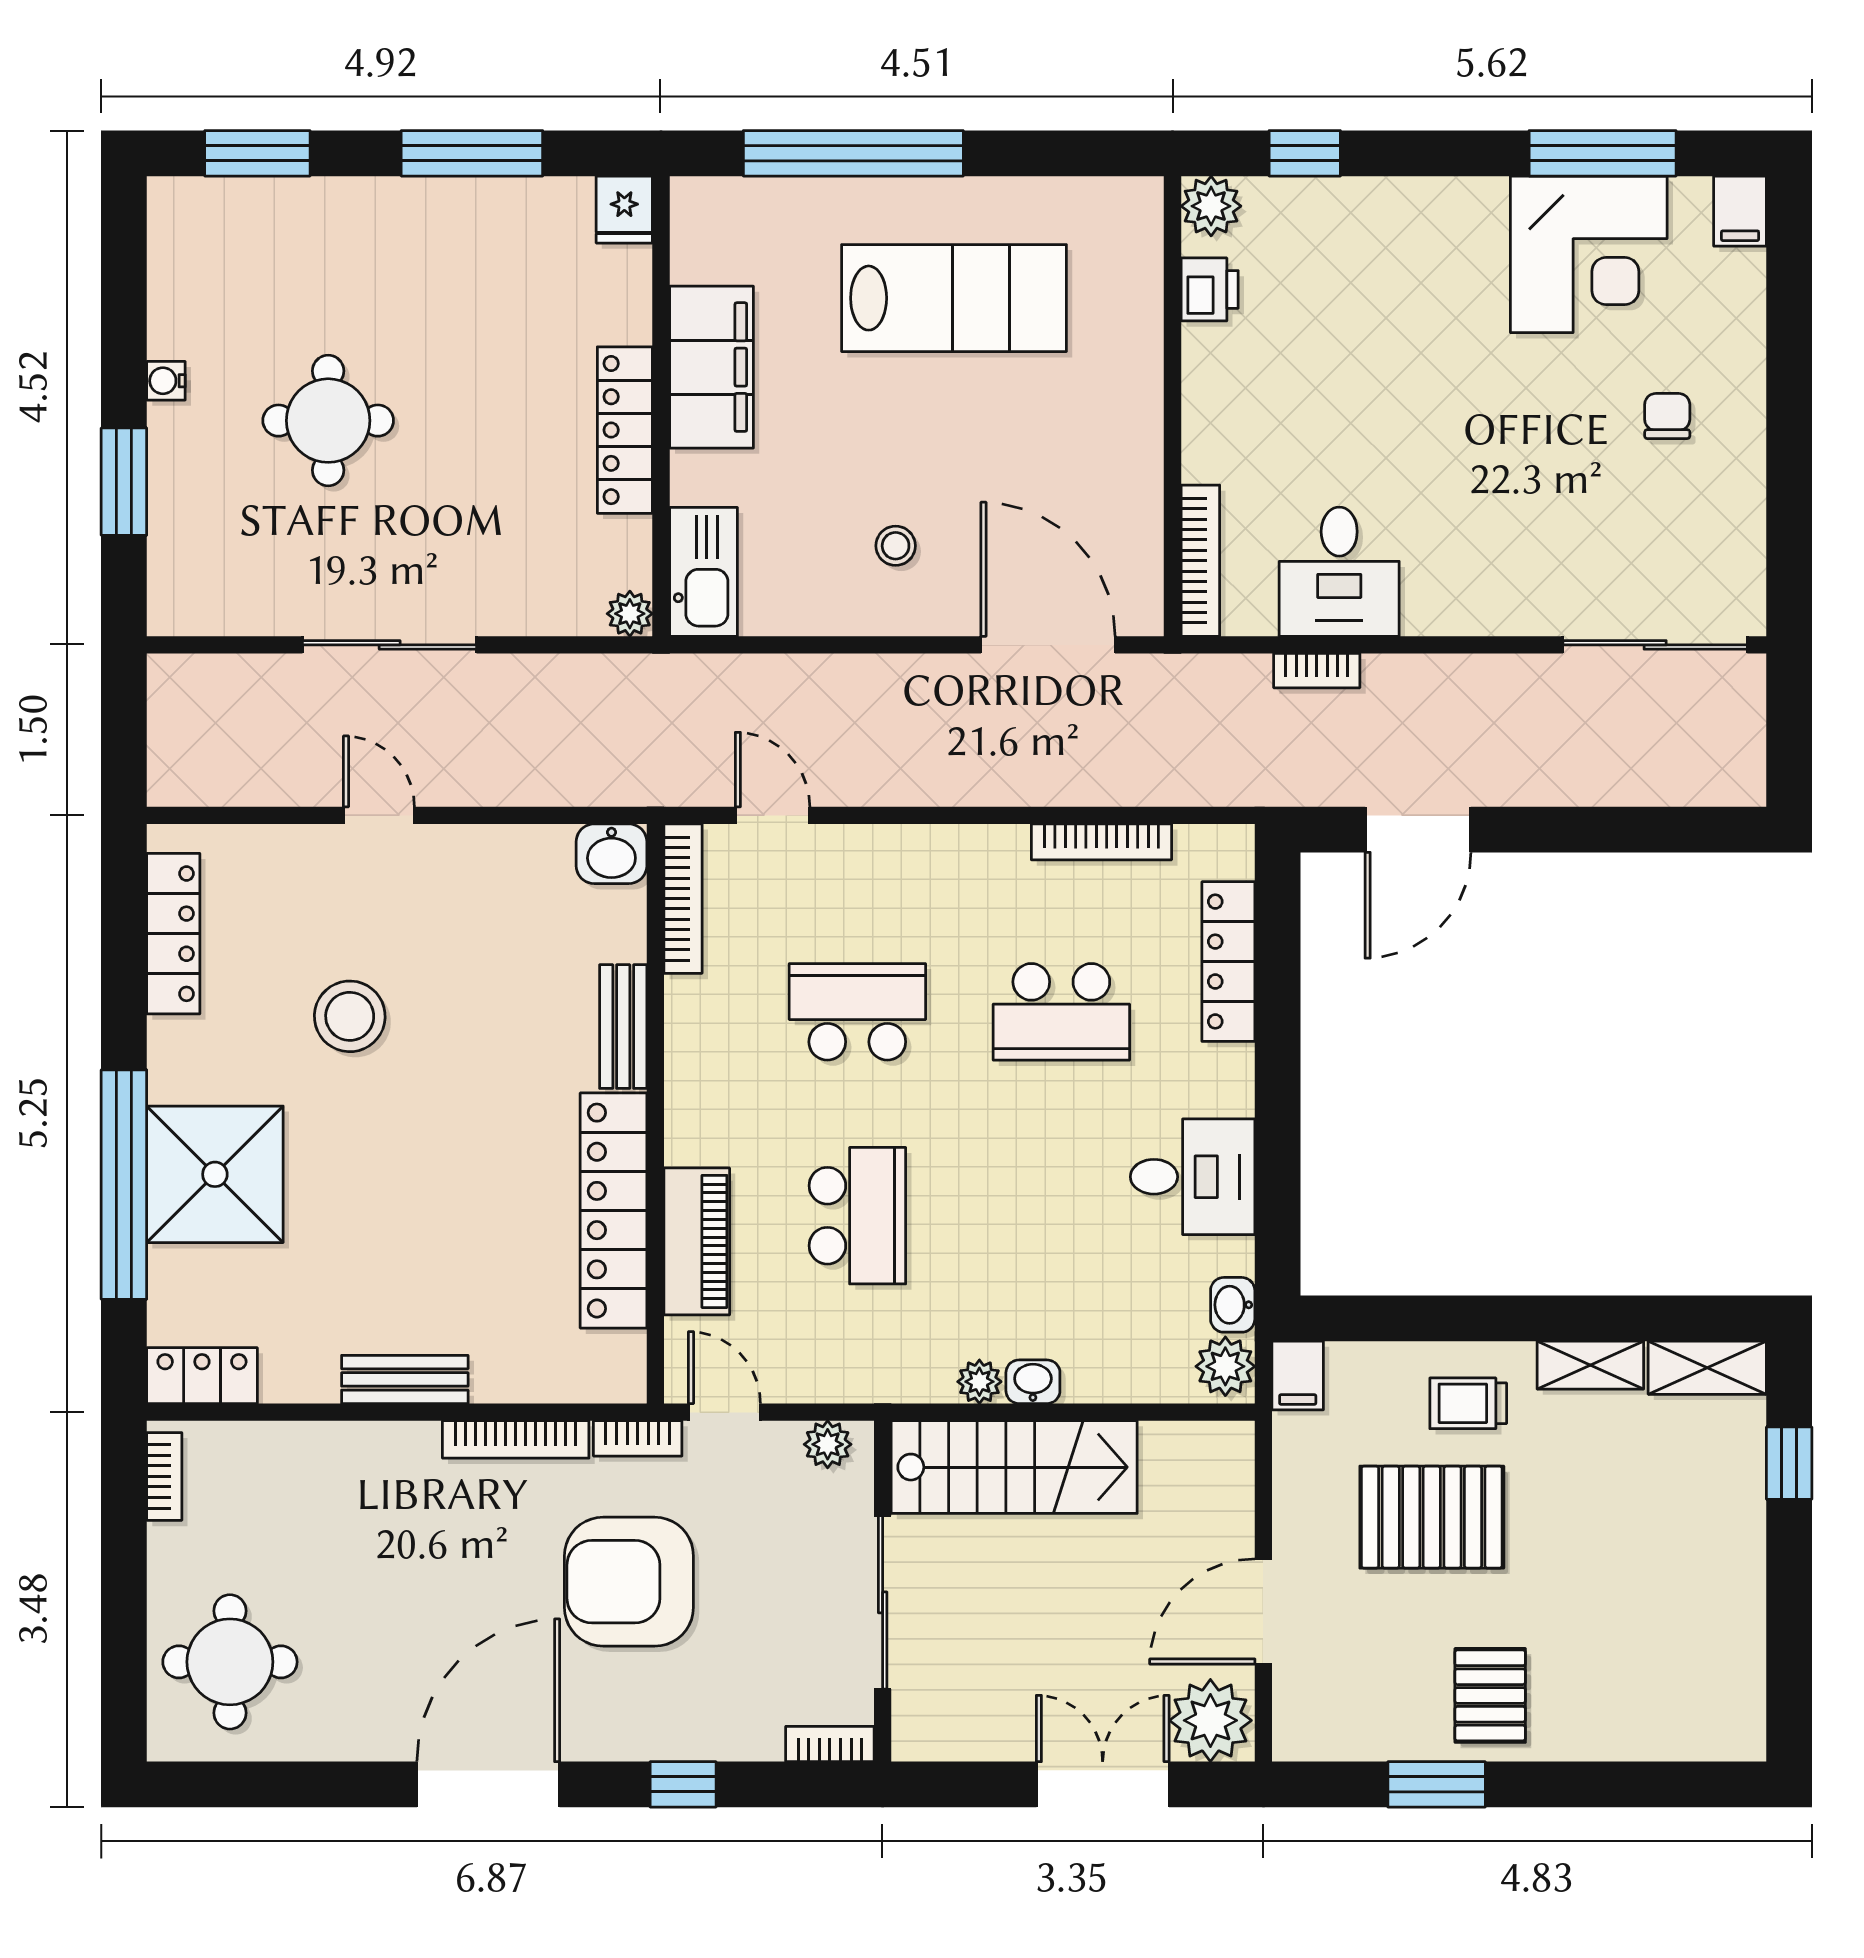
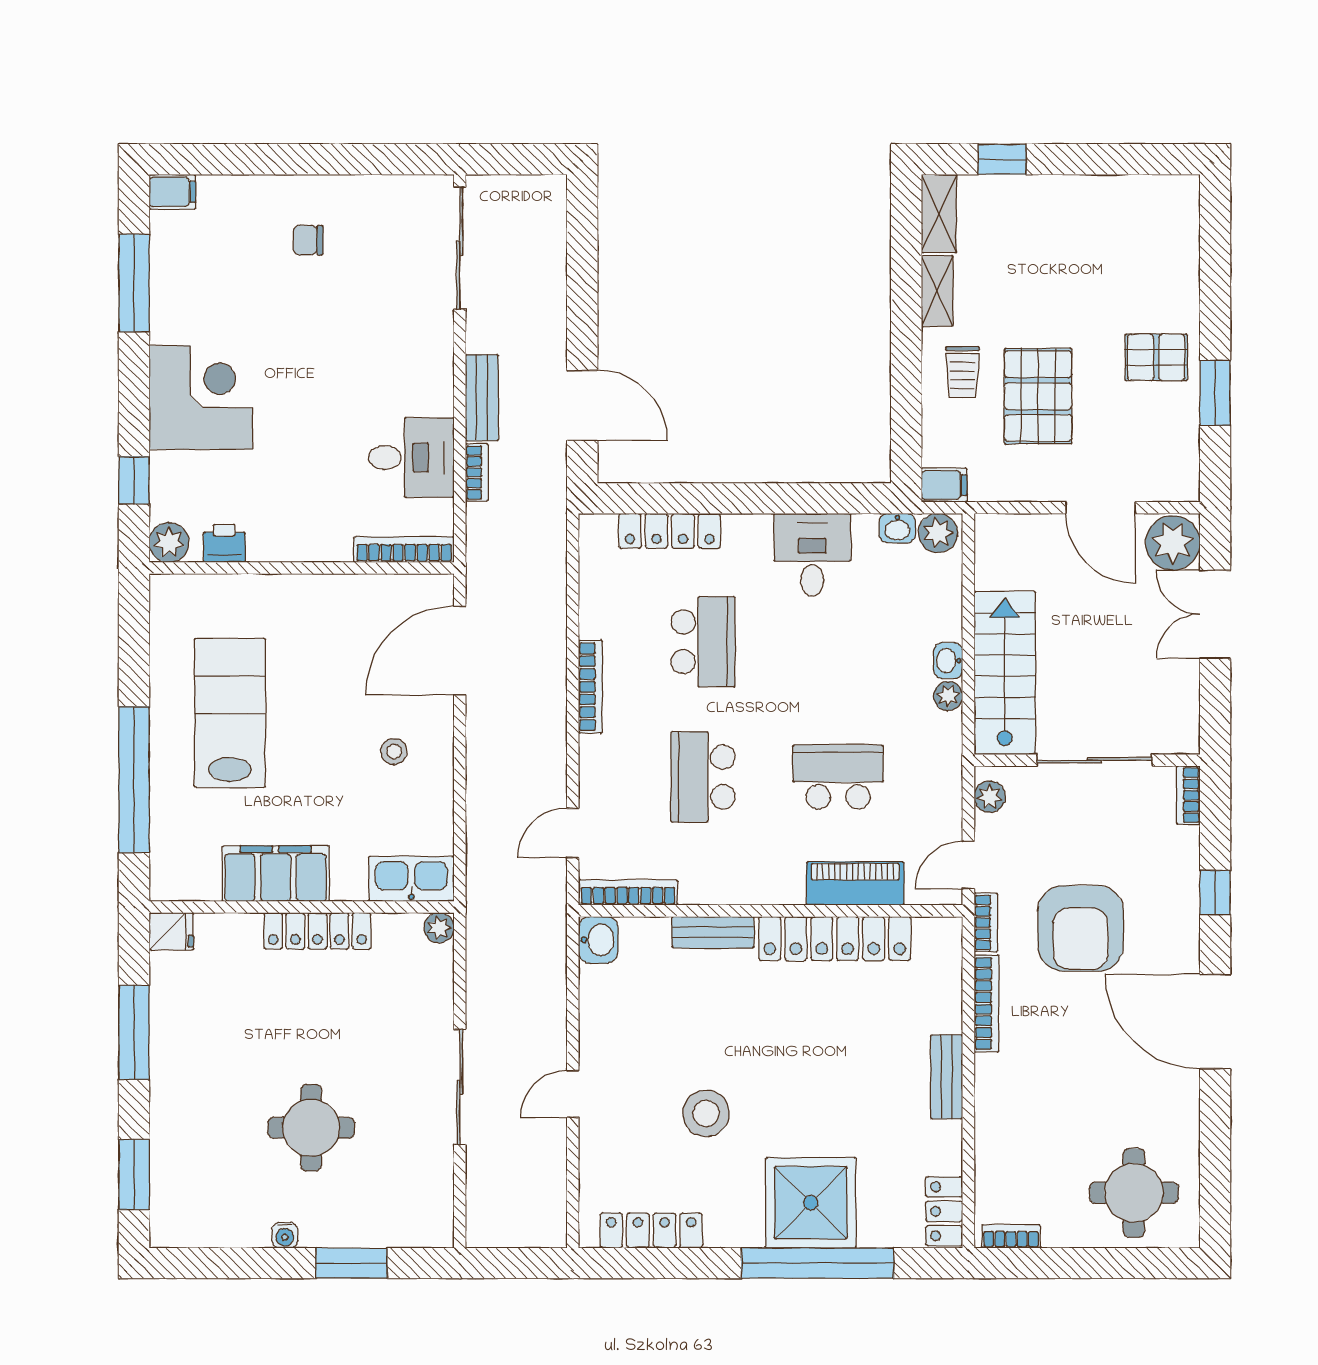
corner desk: (1589, 254) -> (201, 397), moved
bench: (1429, 678) -> (482, 398), added
bookcase: (1101, 842) -> (590, 687), moved

